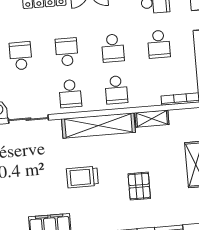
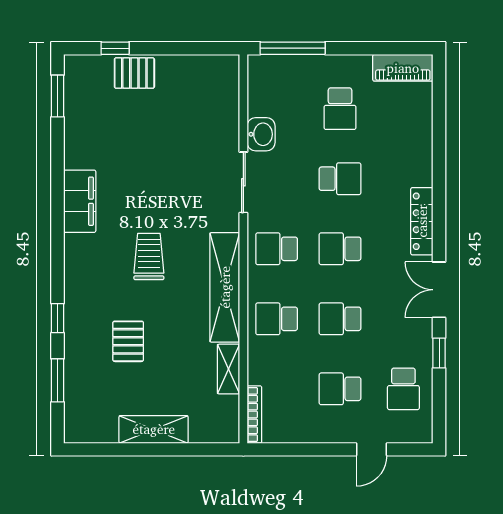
school desk: (67, 52) -> (340, 249), turned 180
pallet: (139, 186) -> (128, 341), turned 90

